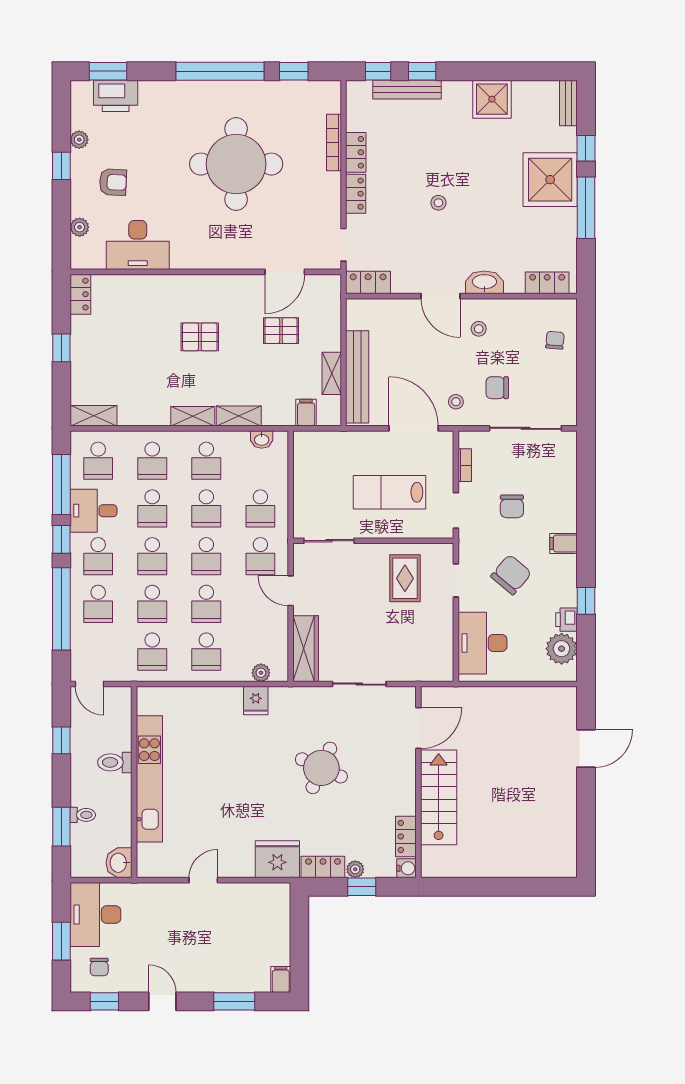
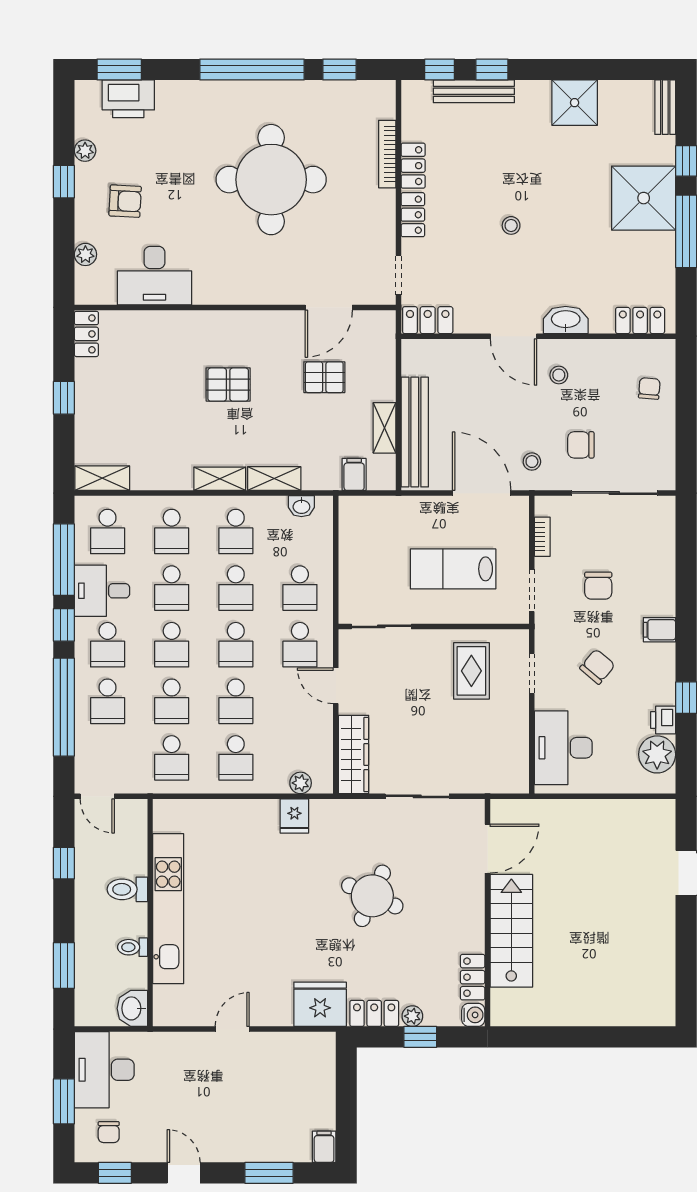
chair: (511, 575) -> (597, 667), width x0.73, depth x0.73
toilet: (83, 815) -> (133, 947), moved, turned 180

